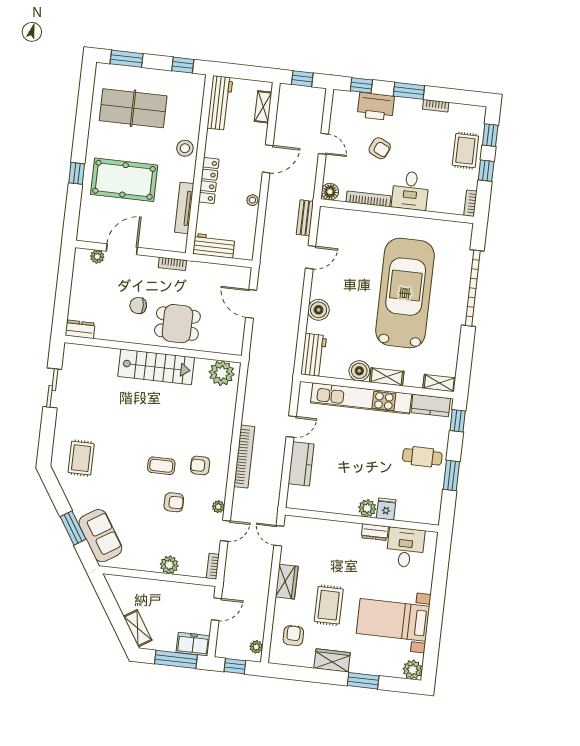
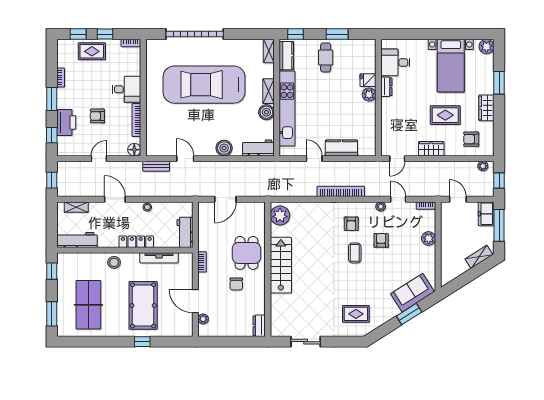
armchair: (380, 148) -> (97, 116), turned -115

